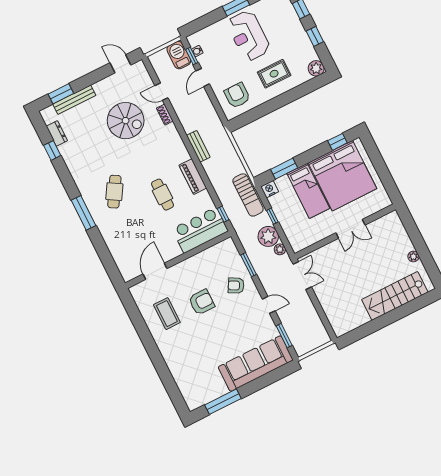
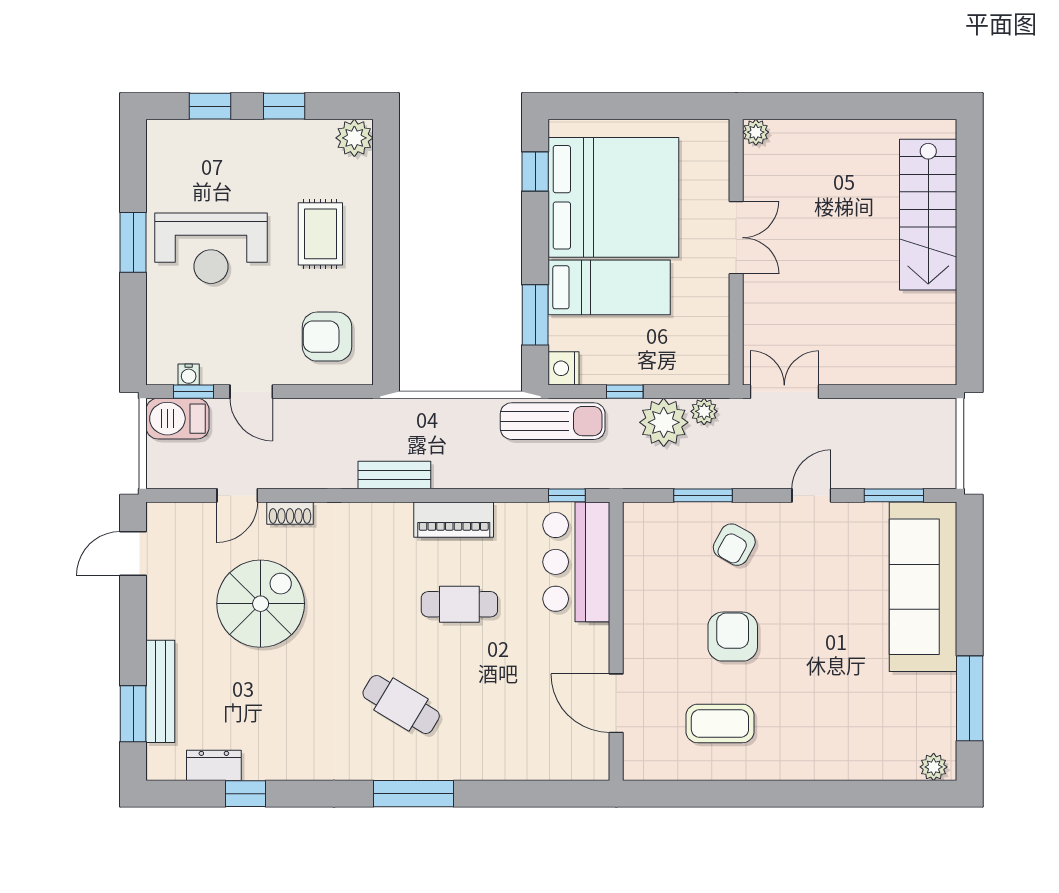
plant: (413, 257) -> (756, 132), moved
plant: (191, 401) -> (934, 767), added

